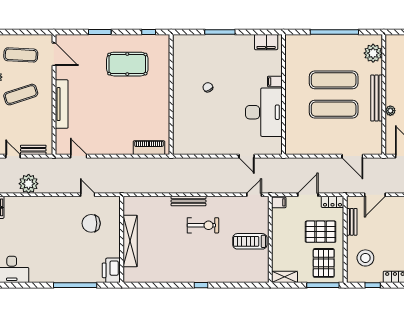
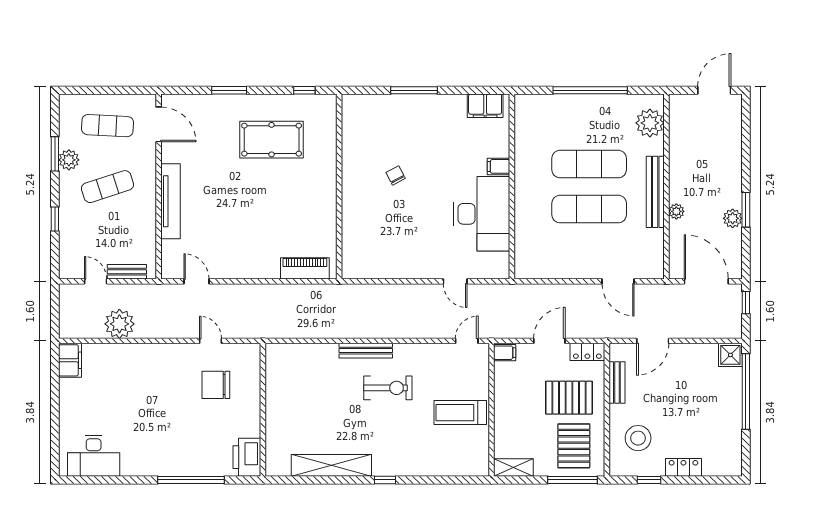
shelving: (130, 241) -> (331, 465), moved, turned 90

